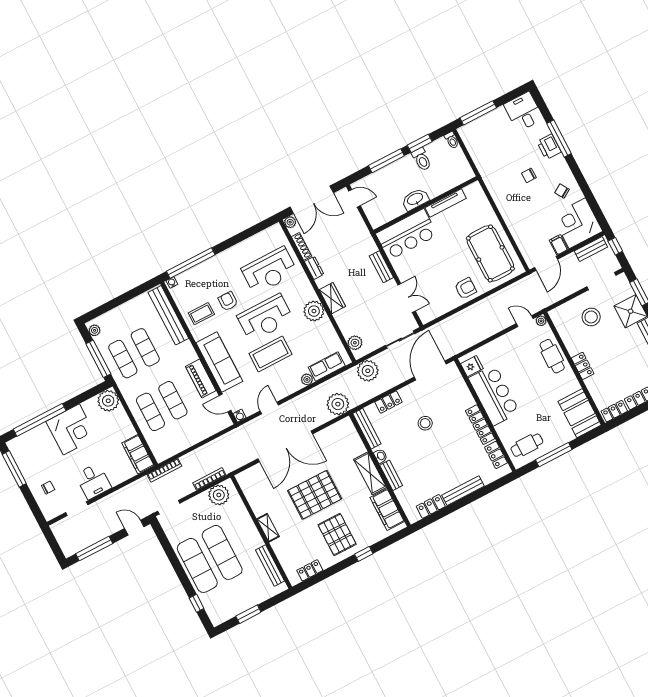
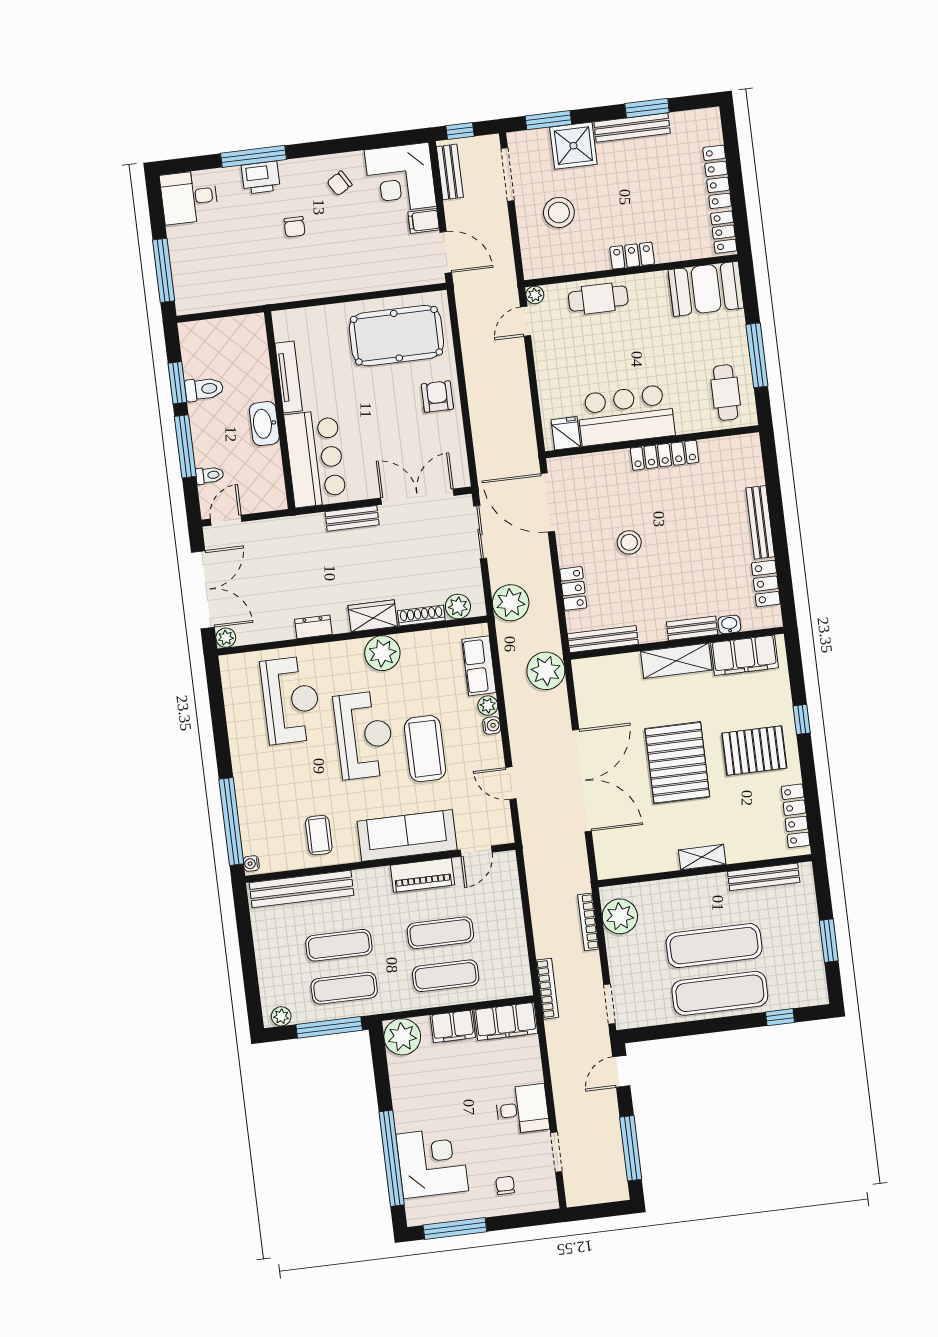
toilet: (452, 140) -> (210, 475), moved
shoe rack: (302, 246) -> (421, 616), moved
double door: (407, 298) -> (417, 497), width x1.37
armchair: (228, 301) -> (315, 785), removed
water cooler: (239, 416) -> (492, 725), moved
filing cabinet: (124, 426) -> (453, 1026), added
corner desk: (71, 429) -> (432, 1162), moved
locker: (496, 455) -> (723, 448), removed
washbasin: (381, 456) -> (729, 624), moved
locker: (310, 570) -> (796, 816), width x1.53

